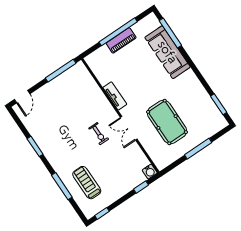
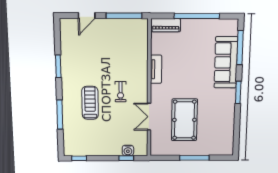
piano: (121, 40) -> (166, 25), moved
door: (22, 97) -> (87, 16), moved
window: (219, 104) -> (238, 92), moved
double door: (129, 128) -> (149, 117), moved
water cooler: (150, 172) -> (128, 150), moved
treadmill: (87, 183) -> (90, 103), moved

